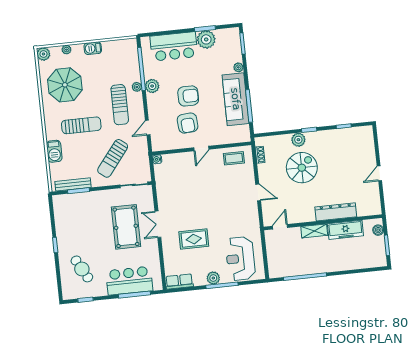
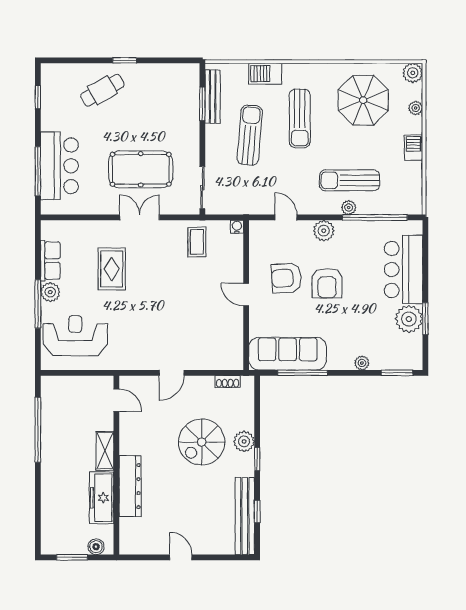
plant: (152, 86) -> (324, 231), moved
sofa: (236, 99) -> (288, 354), moved
sun lounger: (120, 105) -> (349, 180), moved
bench: (348, 134) -> (245, 516), added
sun lounger: (113, 158) -> (250, 135), moved, turned 57
coffee table: (234, 158) -> (197, 242), moved
spiral stairs: (302, 168) -> (202, 442), turned 90
cafe table: (82, 269) -> (102, 90), moved
row of seats: (179, 281) -> (50, 261), moved

